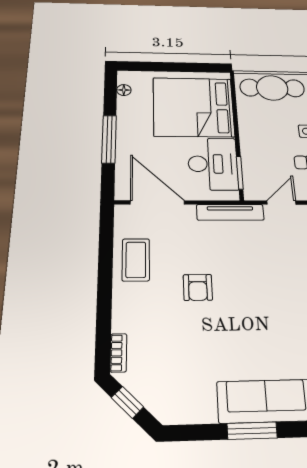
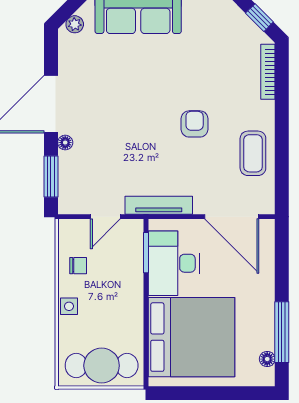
window: (109, 139) -> (282, 332), moved
bookcase: (118, 353) -> (268, 72), width x1.56

